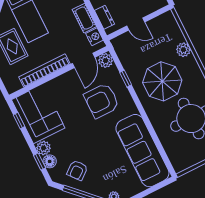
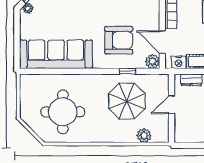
plant: (183, 50) -> (144, 136), moved
parasol: (162, 81) -> (127, 101), moved
armchair: (102, 101) -> (119, 40), turned 90

